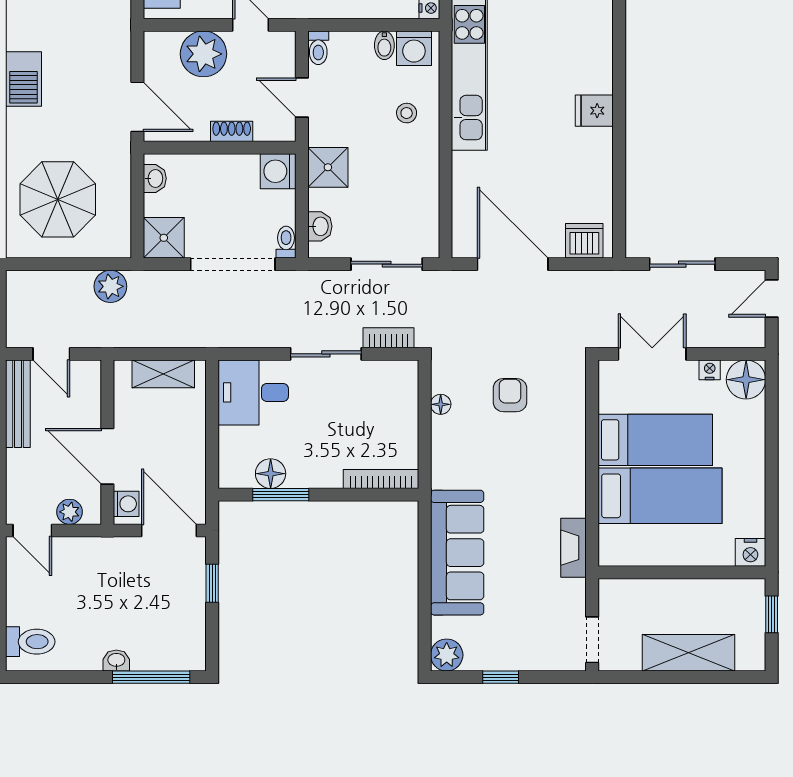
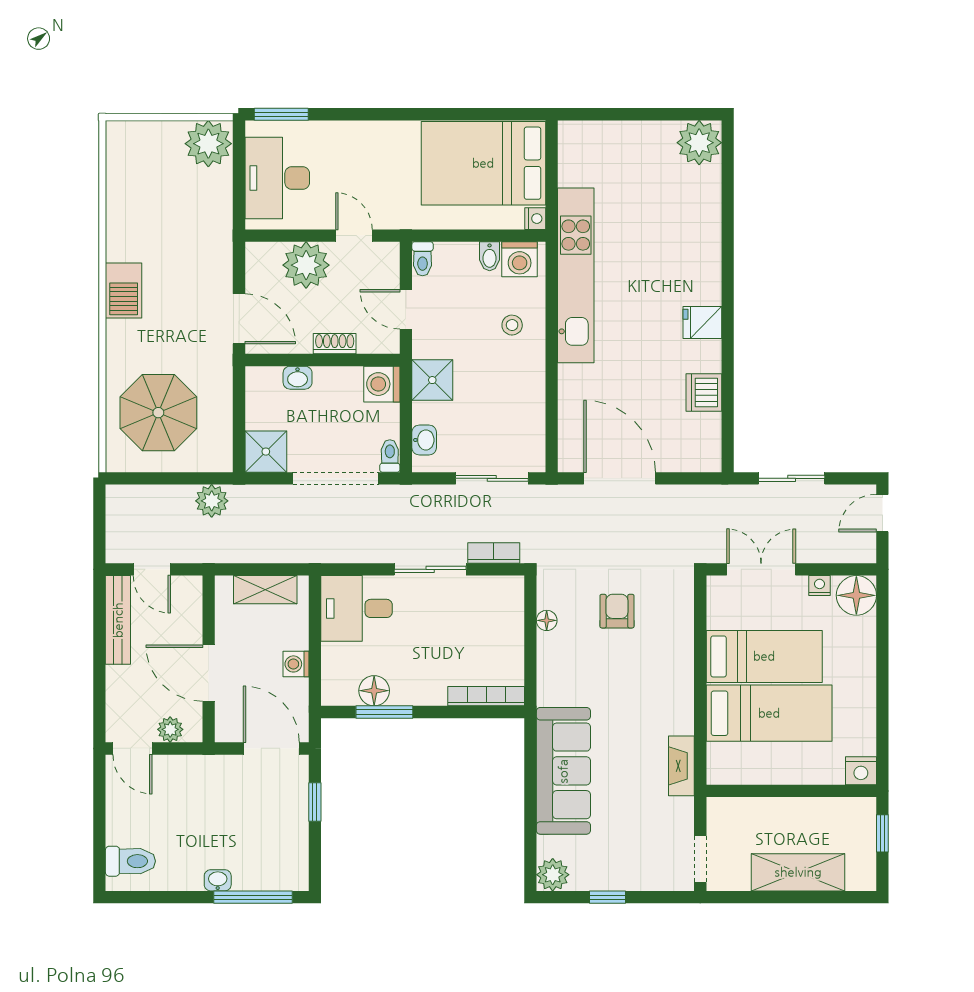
washbasin: (155, 178) -> (298, 378), moved, turned 90
dishwasher: (584, 241) -> (704, 393), moved, turned -90
washing machine: (126, 504) -> (296, 664), moved, turned 180

